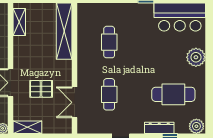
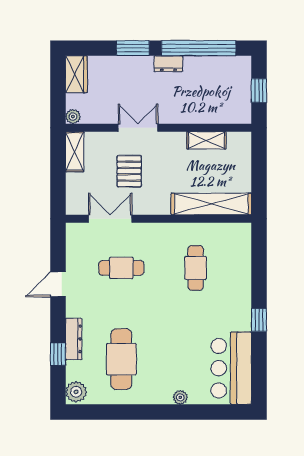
shelving: (19, 22) -> (206, 140), moved
cafe table: (109, 42) -> (196, 268), turned 90
plant: (196, 57) -> (180, 397), width x0.53, depth x0.53

